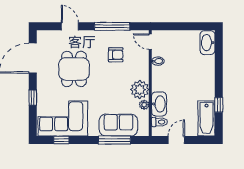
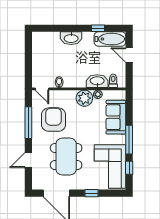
door: (150, 42) -> (42, 89), hinge flipped
washbasin: (208, 43) -> (71, 38), moved
armchair: (116, 55) -> (54, 120), width x1.88, depth x1.88
dining table: (74, 69) -> (66, 157), width x1.38
window: (114, 140) -> (129, 140), moved
door: (176, 140) -> (129, 55), moved

